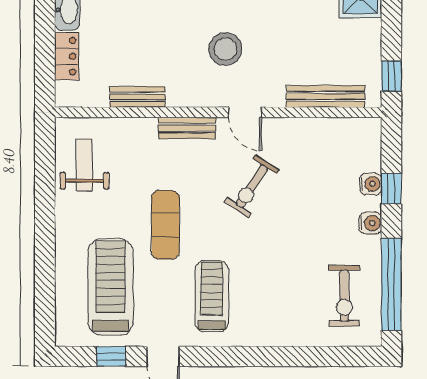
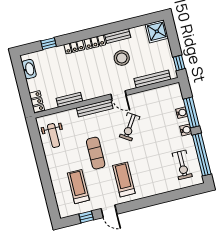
stool: (225, 49) -> (122, 58), moved
locker: (67, 56) -> (37, 102), moved
bench: (187, 128) -> (95, 108), width x1.36
weight bench: (84, 165) -> (53, 136), turned 180
window: (391, 189) -> (191, 112), width x2.17
treadmill: (111, 287) -> (78, 187), width x0.73, depth x0.73

